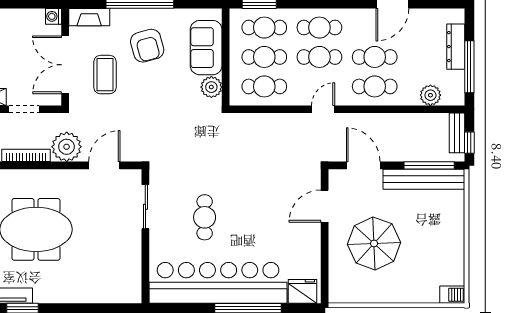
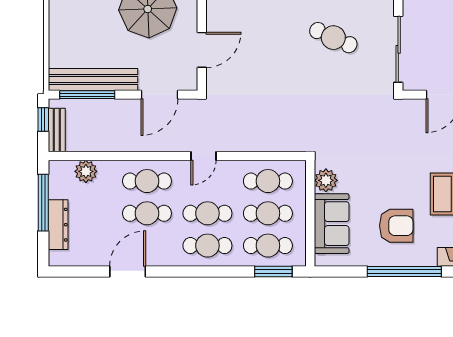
armchair: (147, 46) -> (396, 226), turned 105
door: (363, 165) -> (159, 95), hinge flipped
sliding door: (145, 207) -> (398, 49), width x1.37
cafe table: (205, 217) -> (333, 38), turned -66

